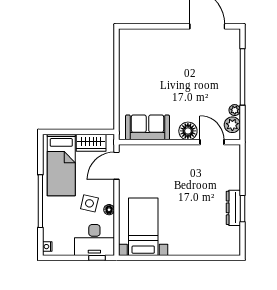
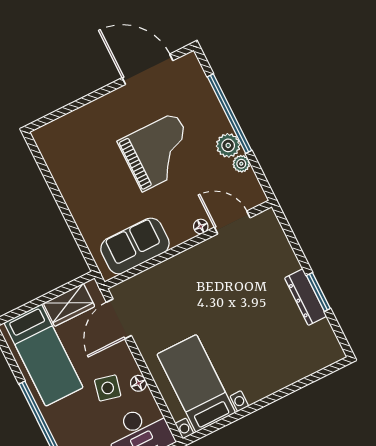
grand piano: (189, 79) -> (159, 152), added
plant: (232, 125) -> (228, 145), moved
floor lamp: (188, 131) -> (201, 226), width x0.53, depth x0.53

